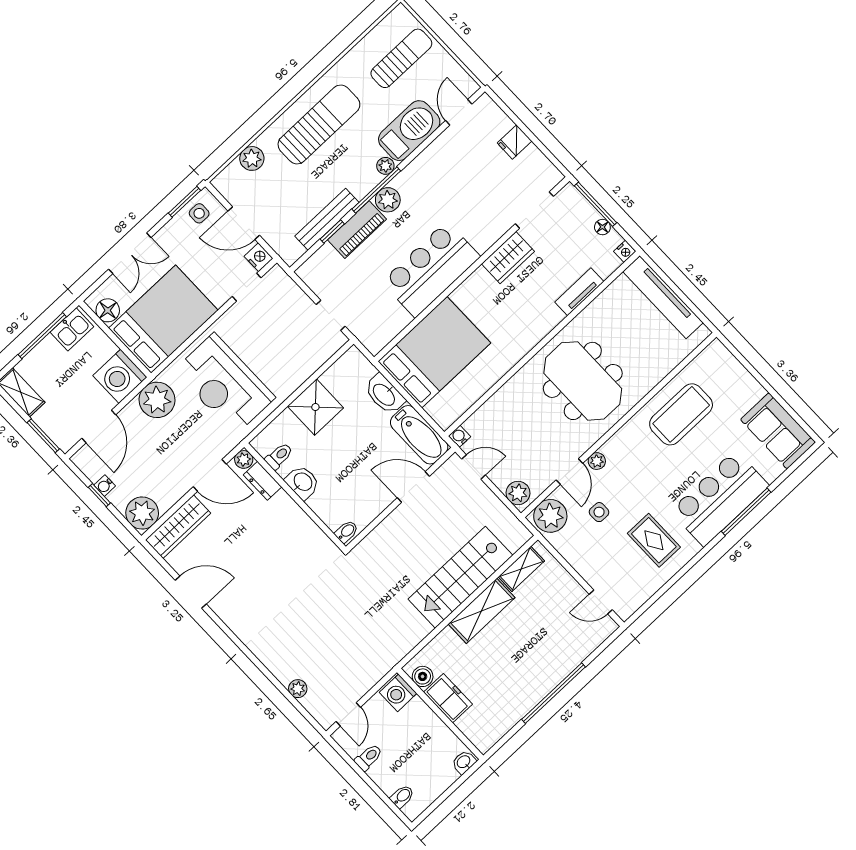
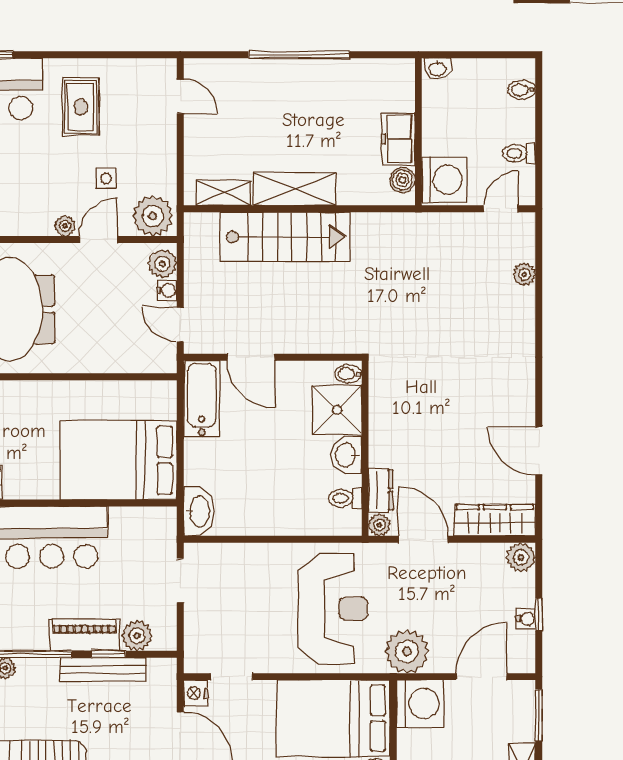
plant: (388, 200) -> (137, 636), moved
washbasin: (384, 394) -> (199, 511), moved
shower: (315, 407) -> (337, 410), moved
water cooler: (459, 436) -> (167, 290), moved, turned -90
plant: (142, 513) -> (521, 557), width x0.73, depth x0.73
washing machine: (398, 693) -> (444, 180), width x1.37, depth x1.37

